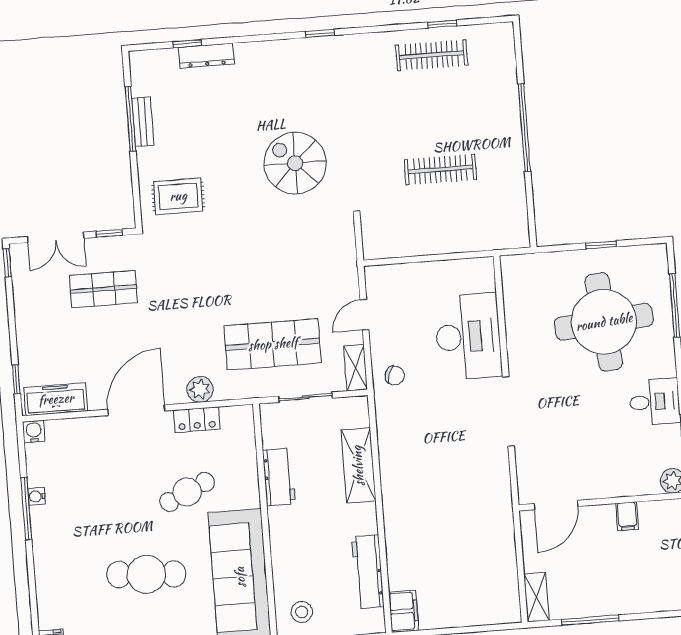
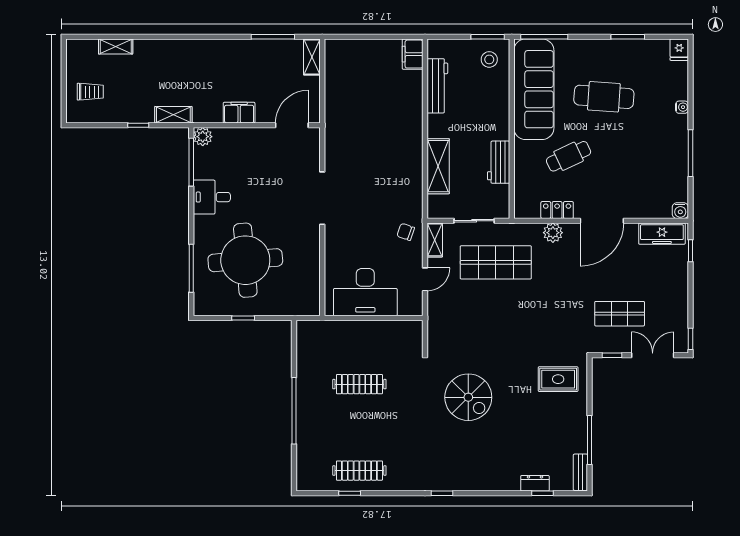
dresser: (206, 56) -> (535, 483), width x0.70
bench: (143, 122) -> (580, 472), moved
desk: (468, 336) -> (365, 292), moved, turned -90
water cooler: (36, 496) -> (682, 107), moved
filing cabinet: (627, 516) -> (239, 113), width x2.00

